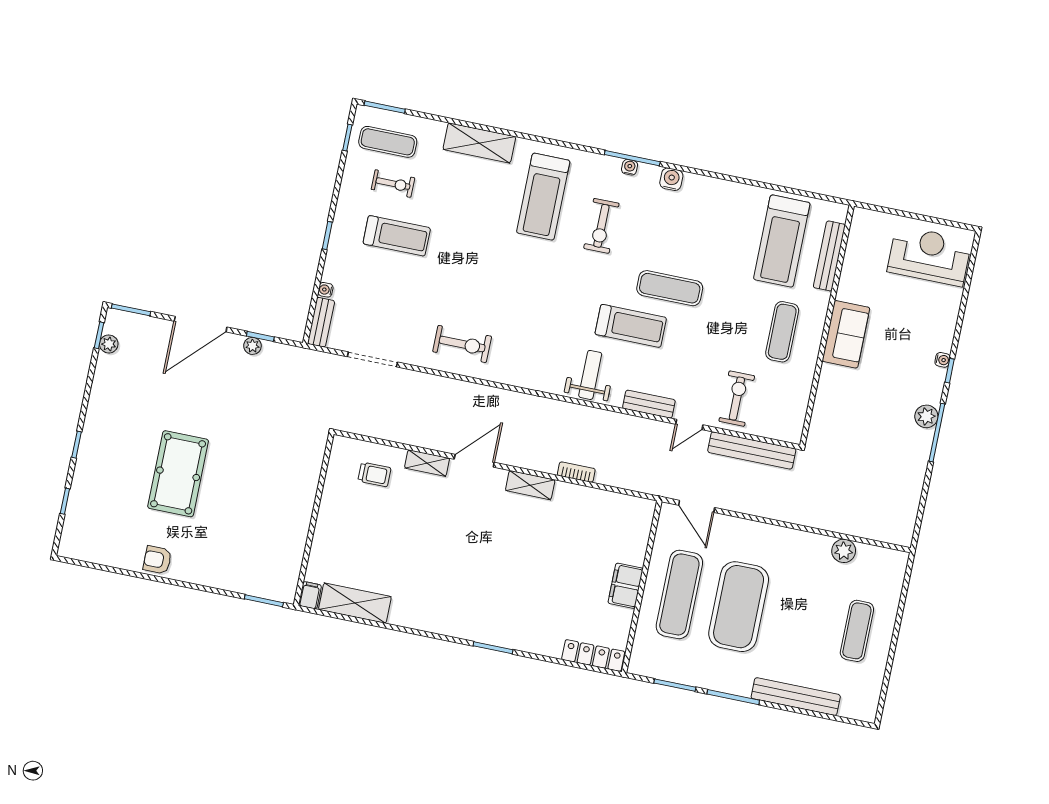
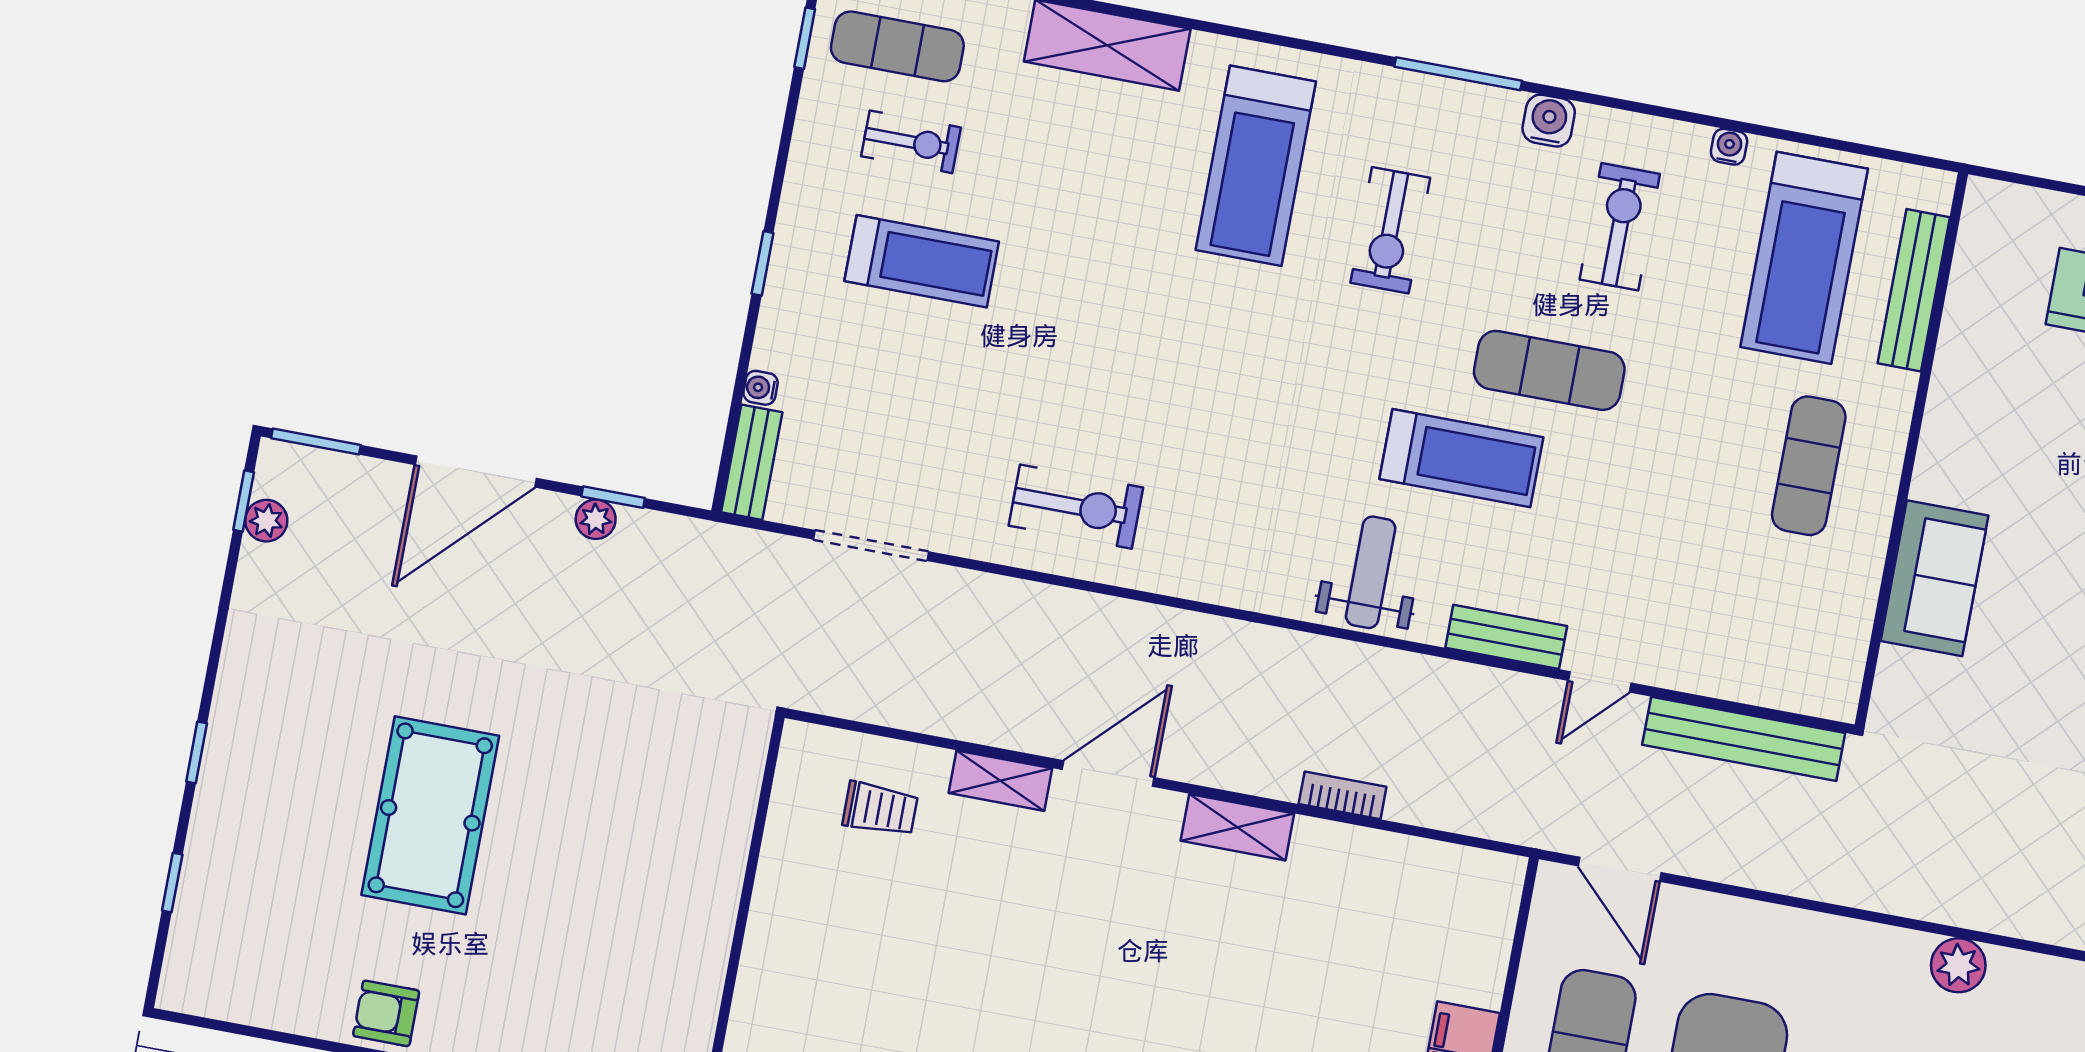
water cooler: (630, 167) -> (1729, 147), moved
sofa: (846, 334) -> (1935, 578), moved
exercise bike: (737, 399) -> (1620, 227), moved

